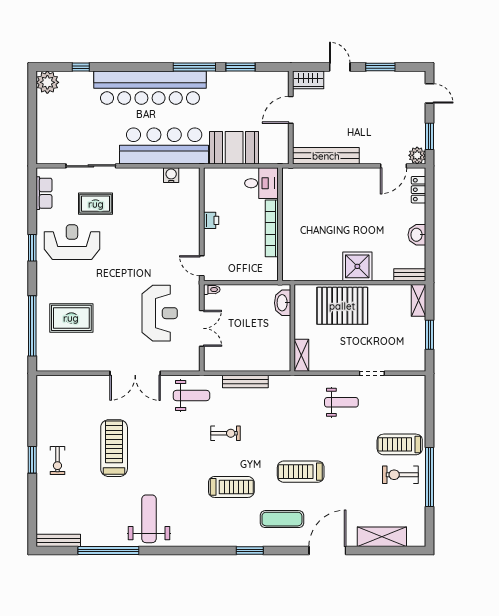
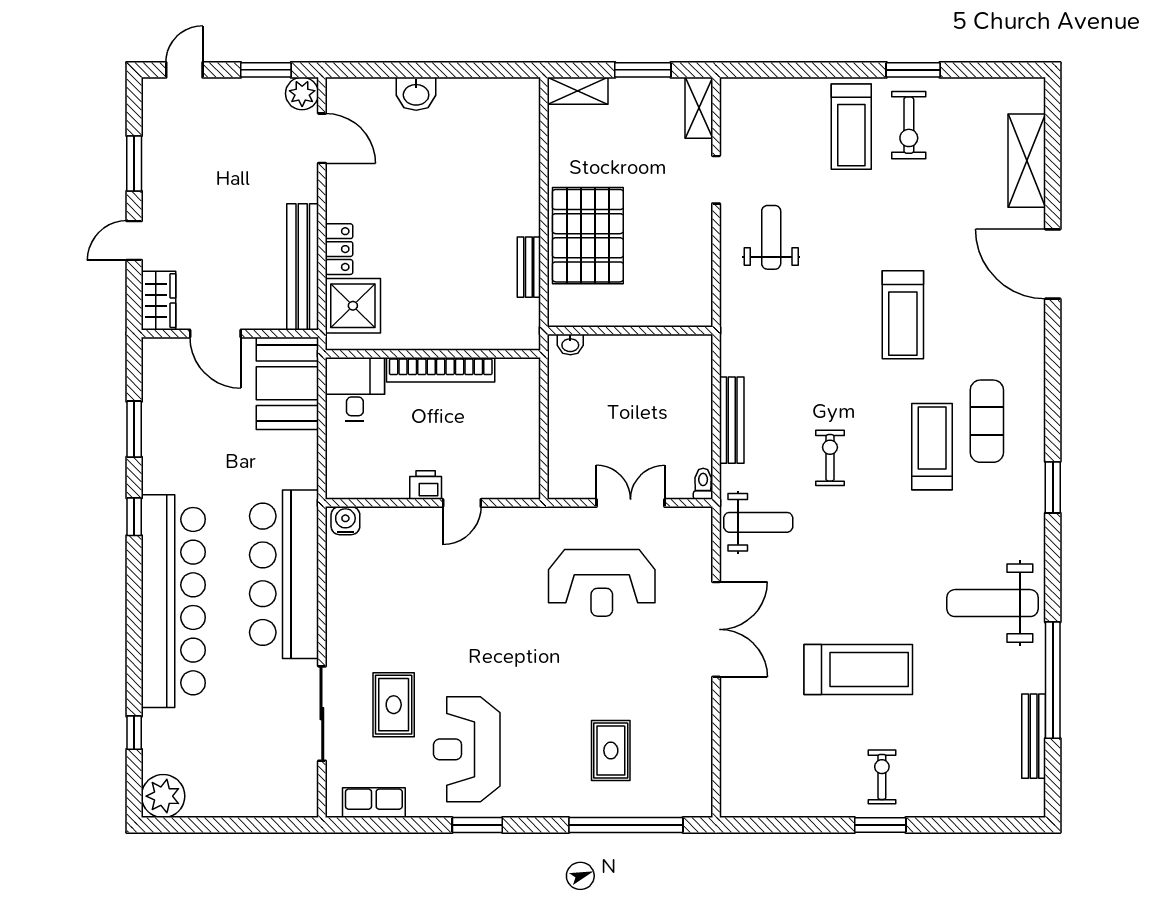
window: (194, 67) -> (134, 517), width x0.46
booth: (234, 148) -> (287, 383), moved
water cooler: (171, 175) -> (345, 521), moved, turned 90
locker: (419, 190) -> (339, 249), moved, turned -90
washbasin: (417, 235) -> (416, 94), moved
door: (202, 266) -> (462, 503), moved
shower: (357, 266) -> (353, 306), moved
bench: (410, 275) -> (529, 267), moved
toilet: (212, 290) -> (703, 484), moved
washbasin: (283, 303) -> (570, 345), width x0.52, depth x0.69
reception desk: (160, 313) -> (602, 583), turned 180
rug: (71, 318) -> (611, 751), width x0.73, depth x0.70
shelving: (301, 355) -> (699, 108), moved, turned 90
weight bench: (191, 395) -> (758, 522), turned 90
treadmill: (114, 448) -> (858, 669), turned 180
exercise bike: (57, 461) -> (882, 777), turned -90
window: (430, 477) -> (913, 70), width x0.47
exercise mat: (282, 519) -> (987, 421), moved
bench: (58, 540) -> (1034, 736), moved
window: (250, 551) -> (1053, 487), moved

